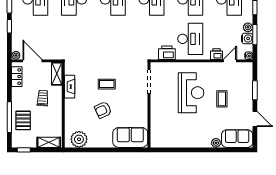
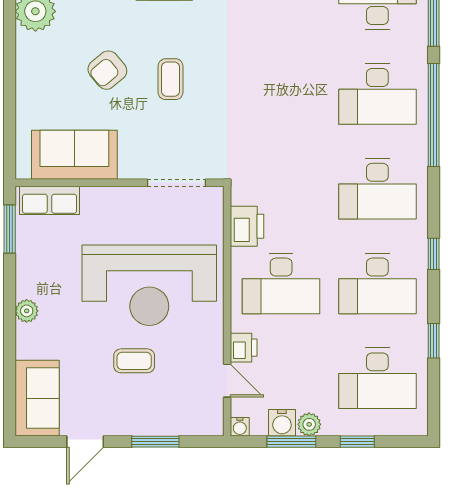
reception desk: (191, 93) -> (149, 285), width x1.36, depth x1.30
armchair: (103, 110) -> (107, 70), turned -105
row of seats: (156, 134) -> (49, 200), added
sofa: (130, 137) -> (74, 155), moved, turned -90
plant: (216, 143) -> (27, 311), moved
window: (168, 150) -> (10, 229), added

